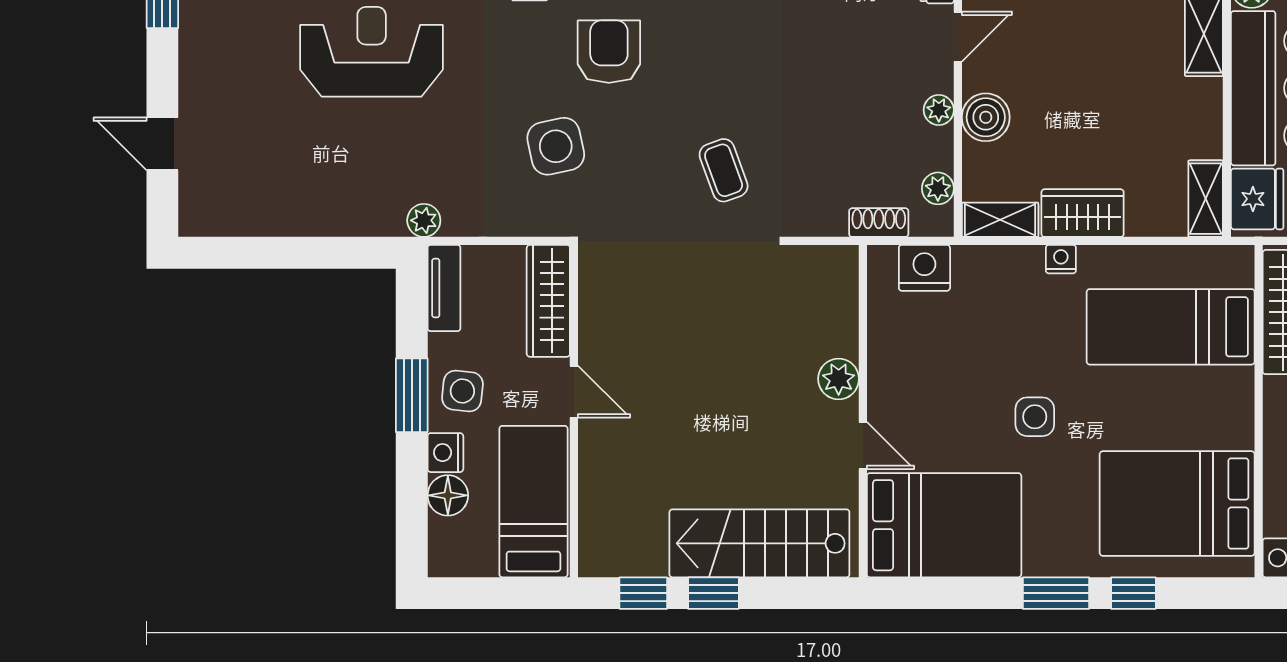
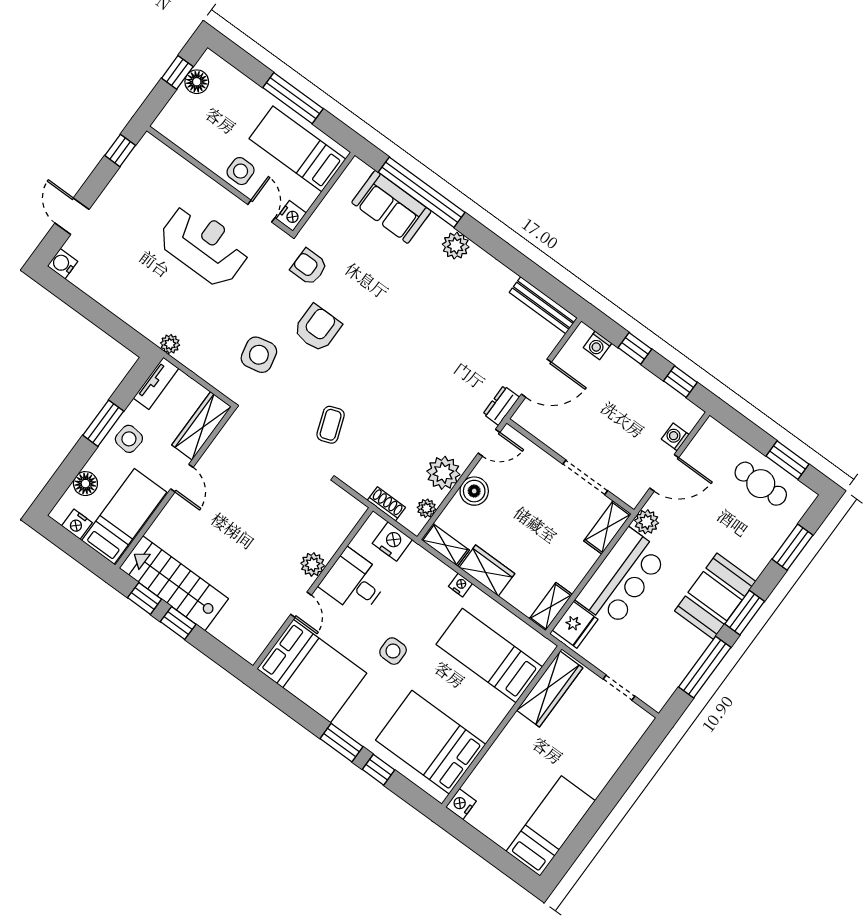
plant: (939, 110) -> (443, 473), width x1.87, depth x1.87
water cooler: (197, 218) -> (62, 264), added
desk: (913, 362) -> (354, 582), added
nightstand: (445, 453) -> (77, 524), moved, turned -90
stairs: (759, 543) -> (174, 583), moved

